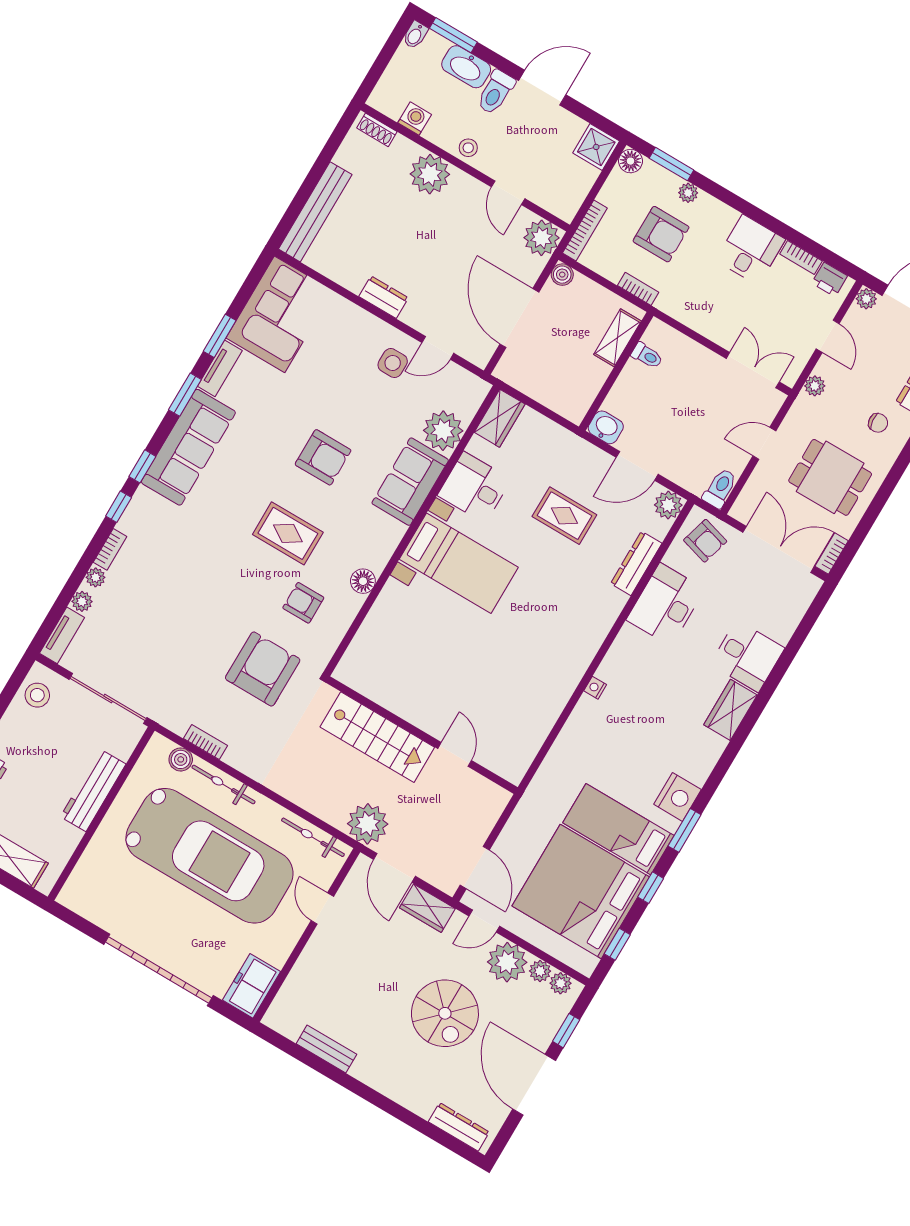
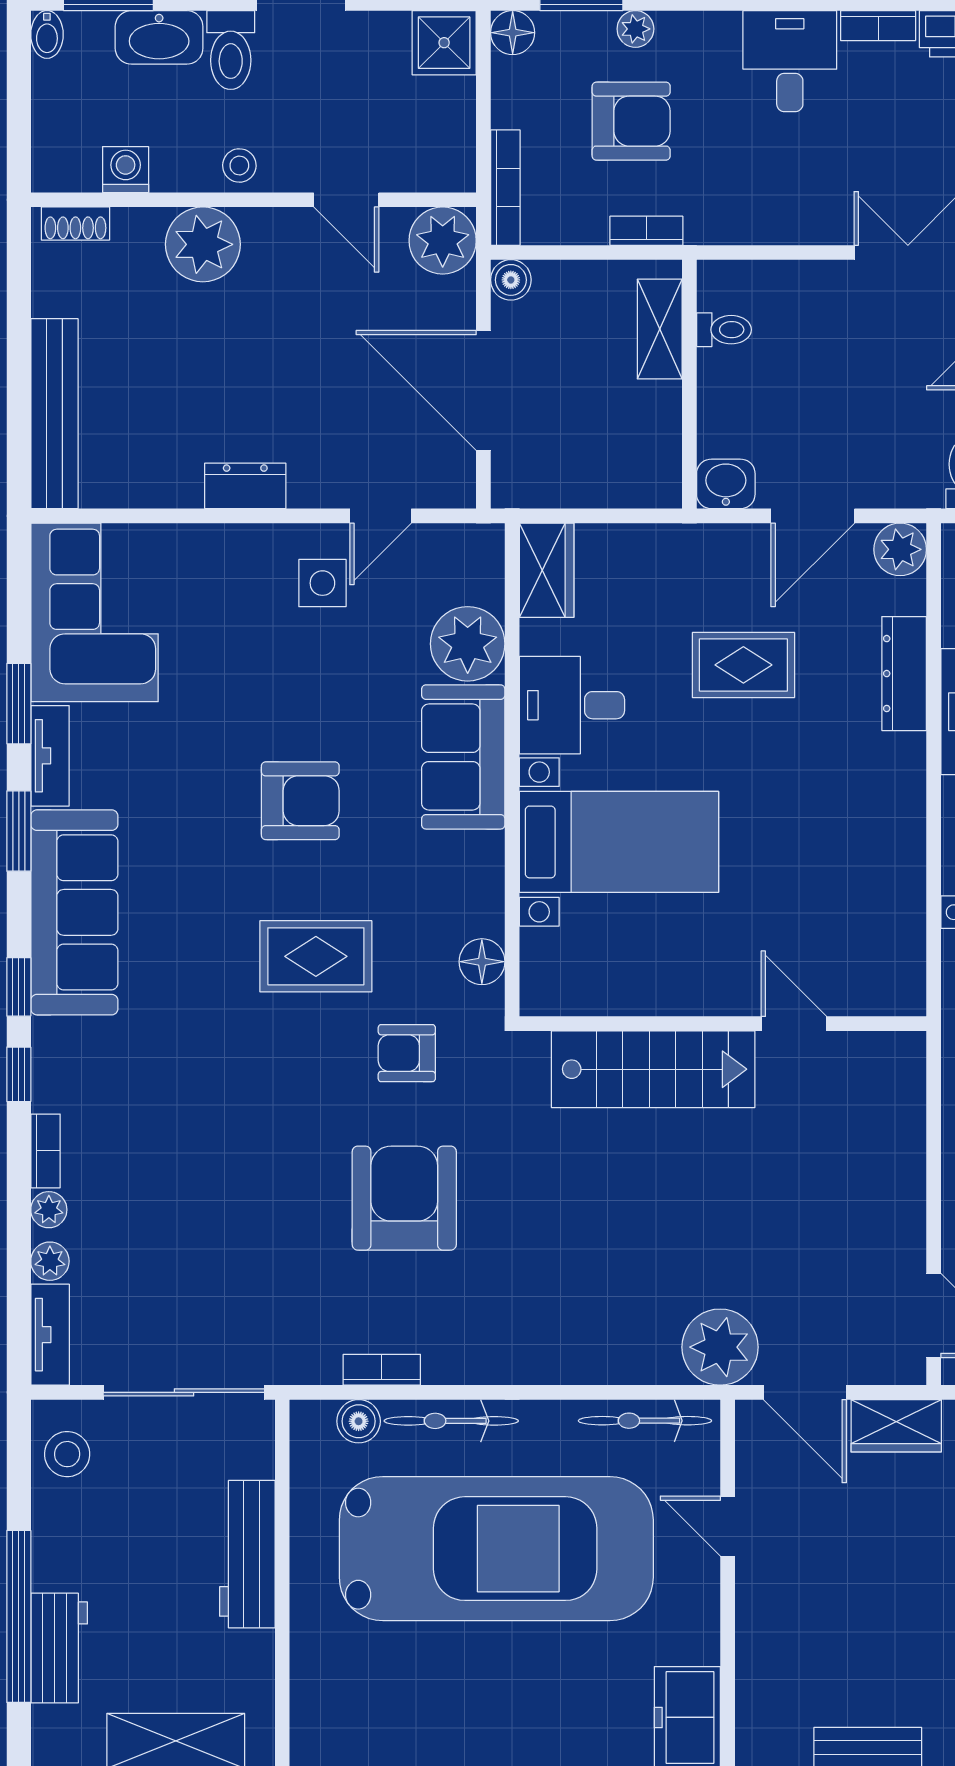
wall: (422, 735) -> (723, 1024), moved
stairs: (377, 737) -> (653, 1069), moved
door: (455, 754) -> (794, 1024), moved

